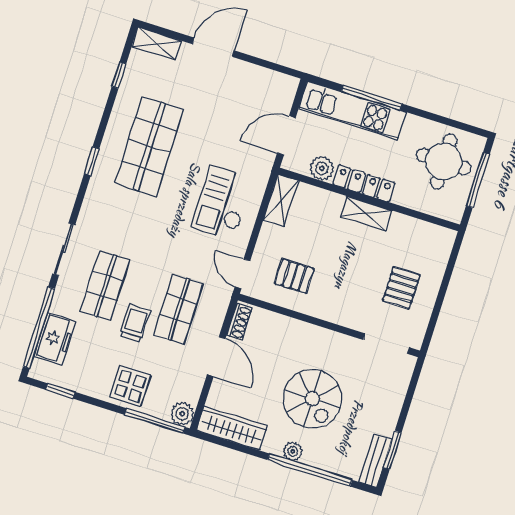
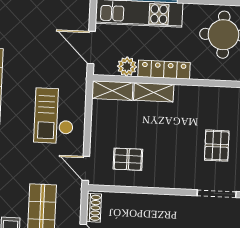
door: (286, 135) -> (91, 48), hinge flipped
shelving: (281, 200) -> (112, 91), moved, turned 90
shelving: (366, 213) -> (154, 92), moved

